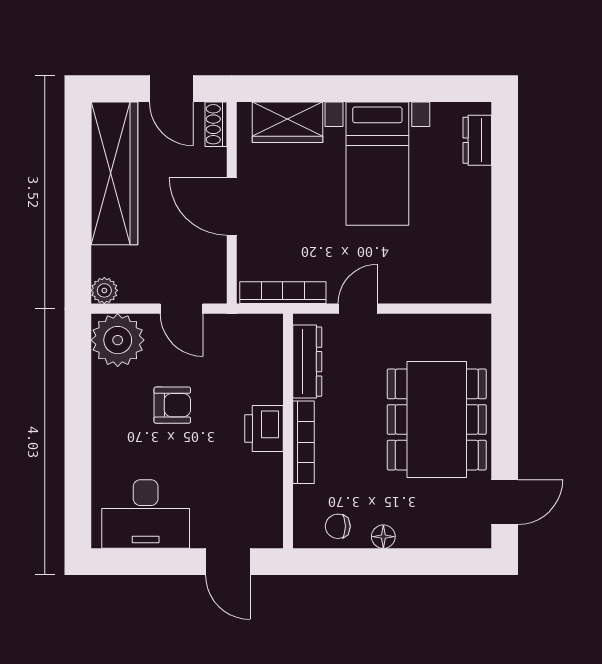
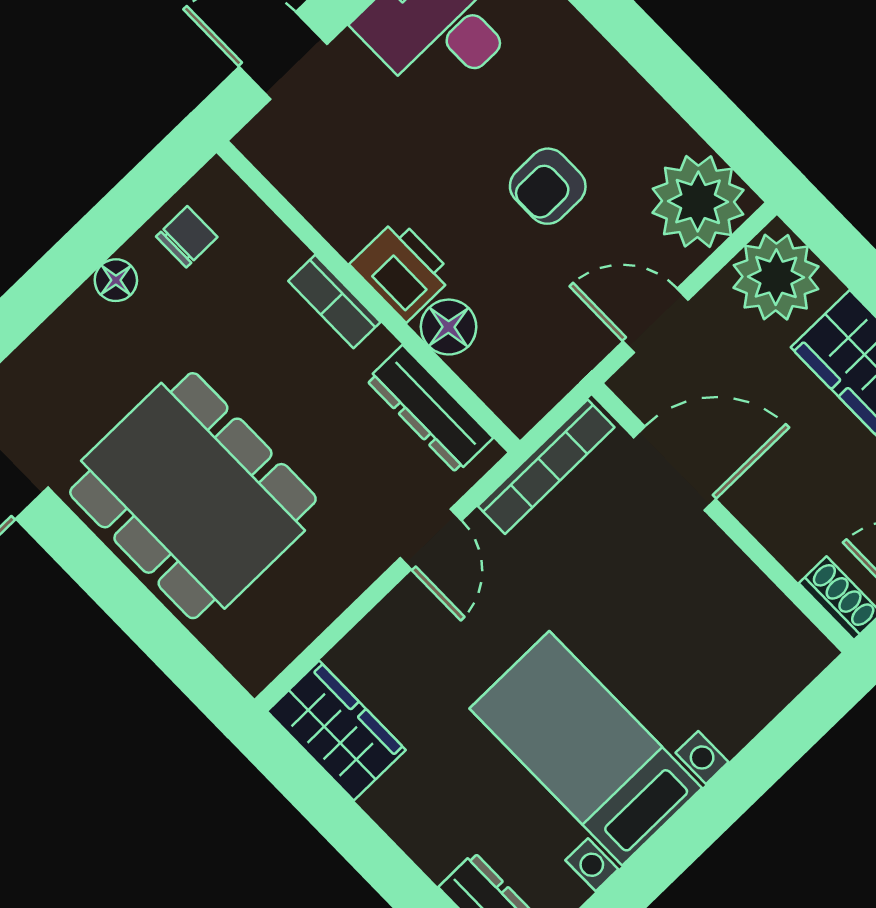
wardrobe: (287, 122) -> (336, 731), moved, turned 90
door: (232, 207) -> (675, 468), moved
plant: (104, 290) -> (776, 277), width x1.87, depth x1.87
floor lamp: (268, 387) -> (449, 327), added
bookcase: (304, 442) -> (334, 302), width x0.64

